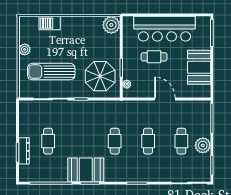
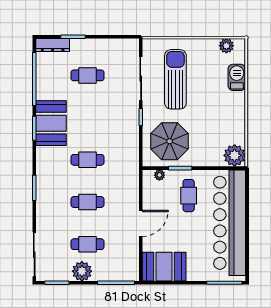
bar counter: (164, 29) -> (230, 223), width x1.36
plant: (25, 49) -> (226, 46), moved
cafe table: (154, 57) -> (189, 196), moved
booth: (199, 67) -> (164, 267), moved
dresser: (24, 151) -> (53, 45), moved

